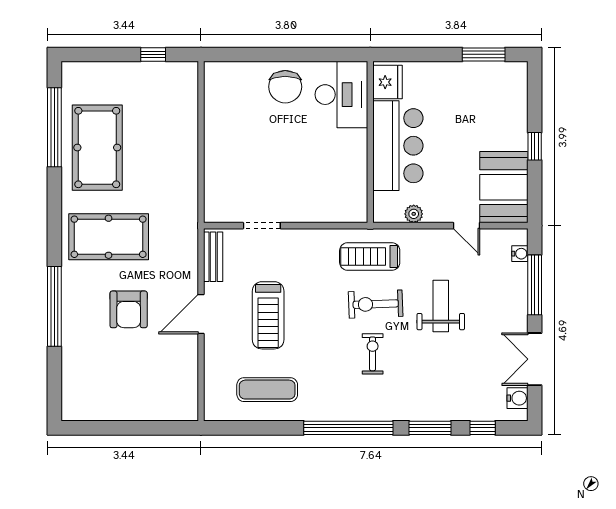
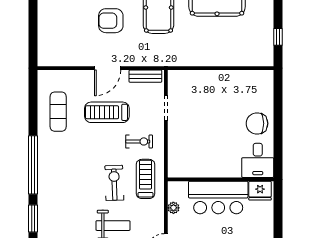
desk: (341, 95) -> (258, 160), width x0.73
door: (201, 314) -> (108, 68), swing flipped
exercise bike: (373, 354) -> (139, 141), moved

